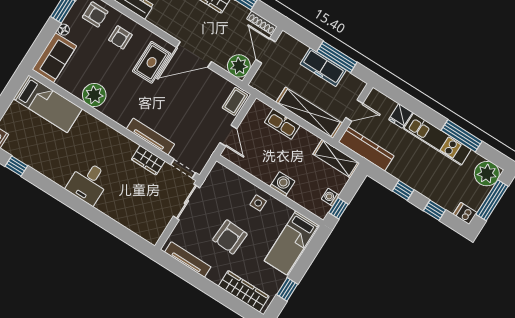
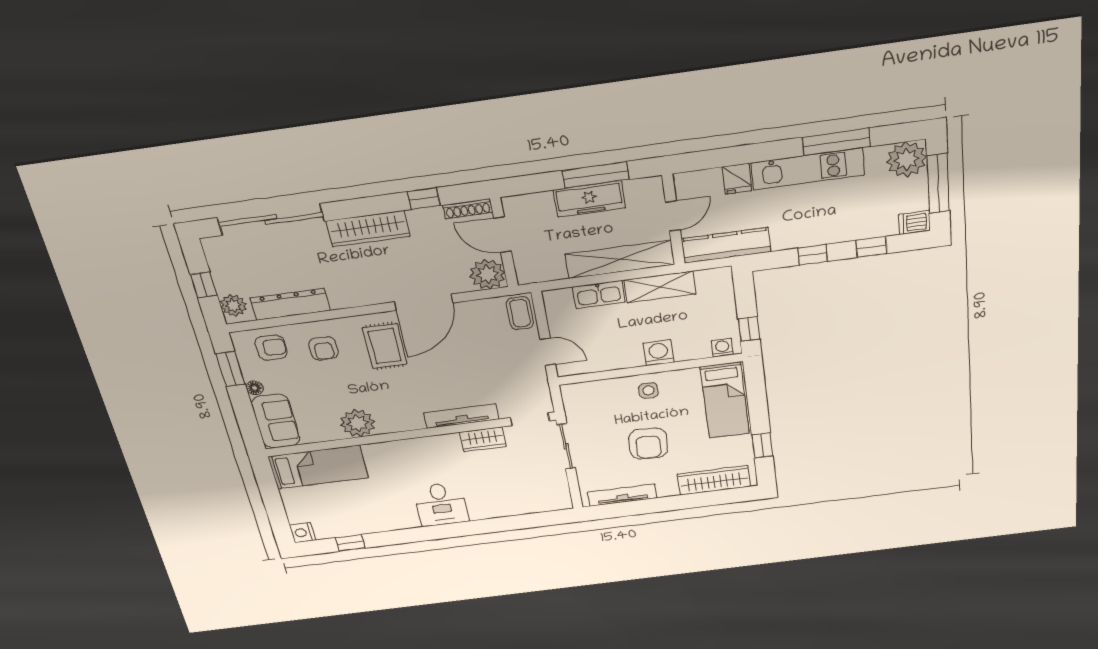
shelving: (336, 159) -> (660, 287), moved
washing machine: (330, 197) -> (722, 348), moved, turned 90

